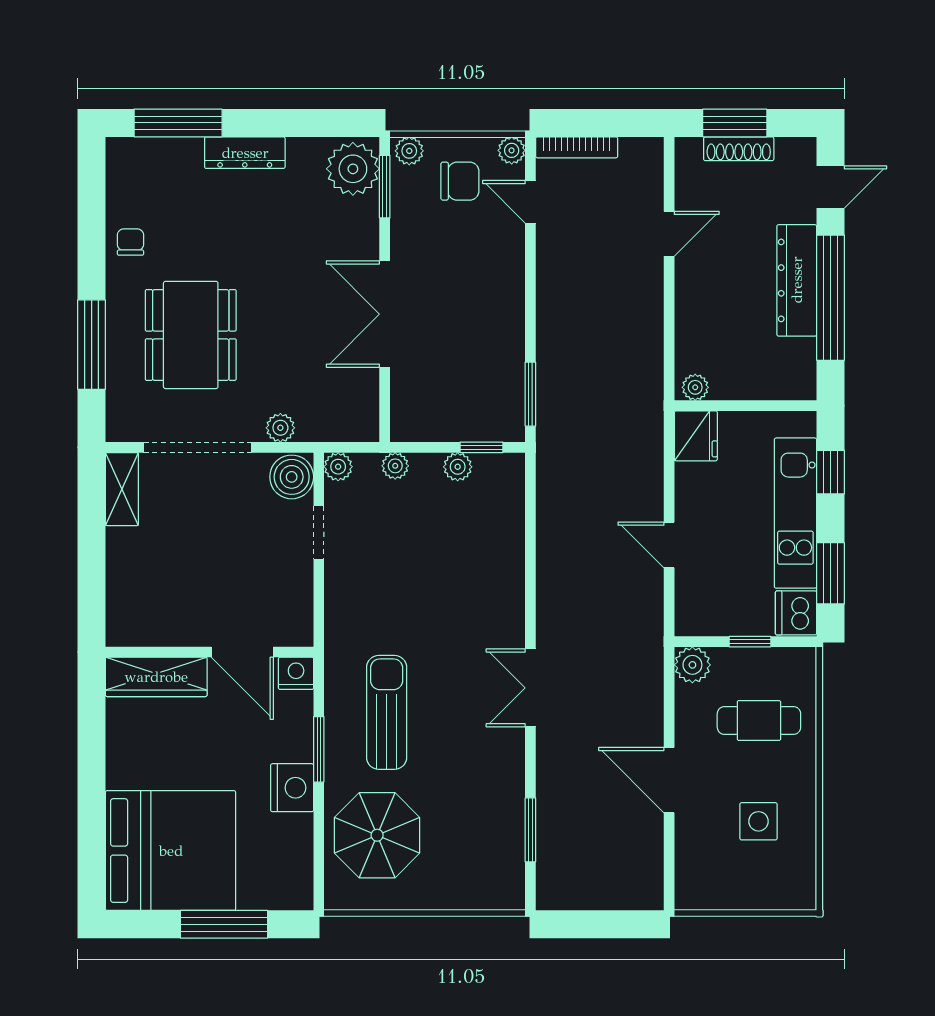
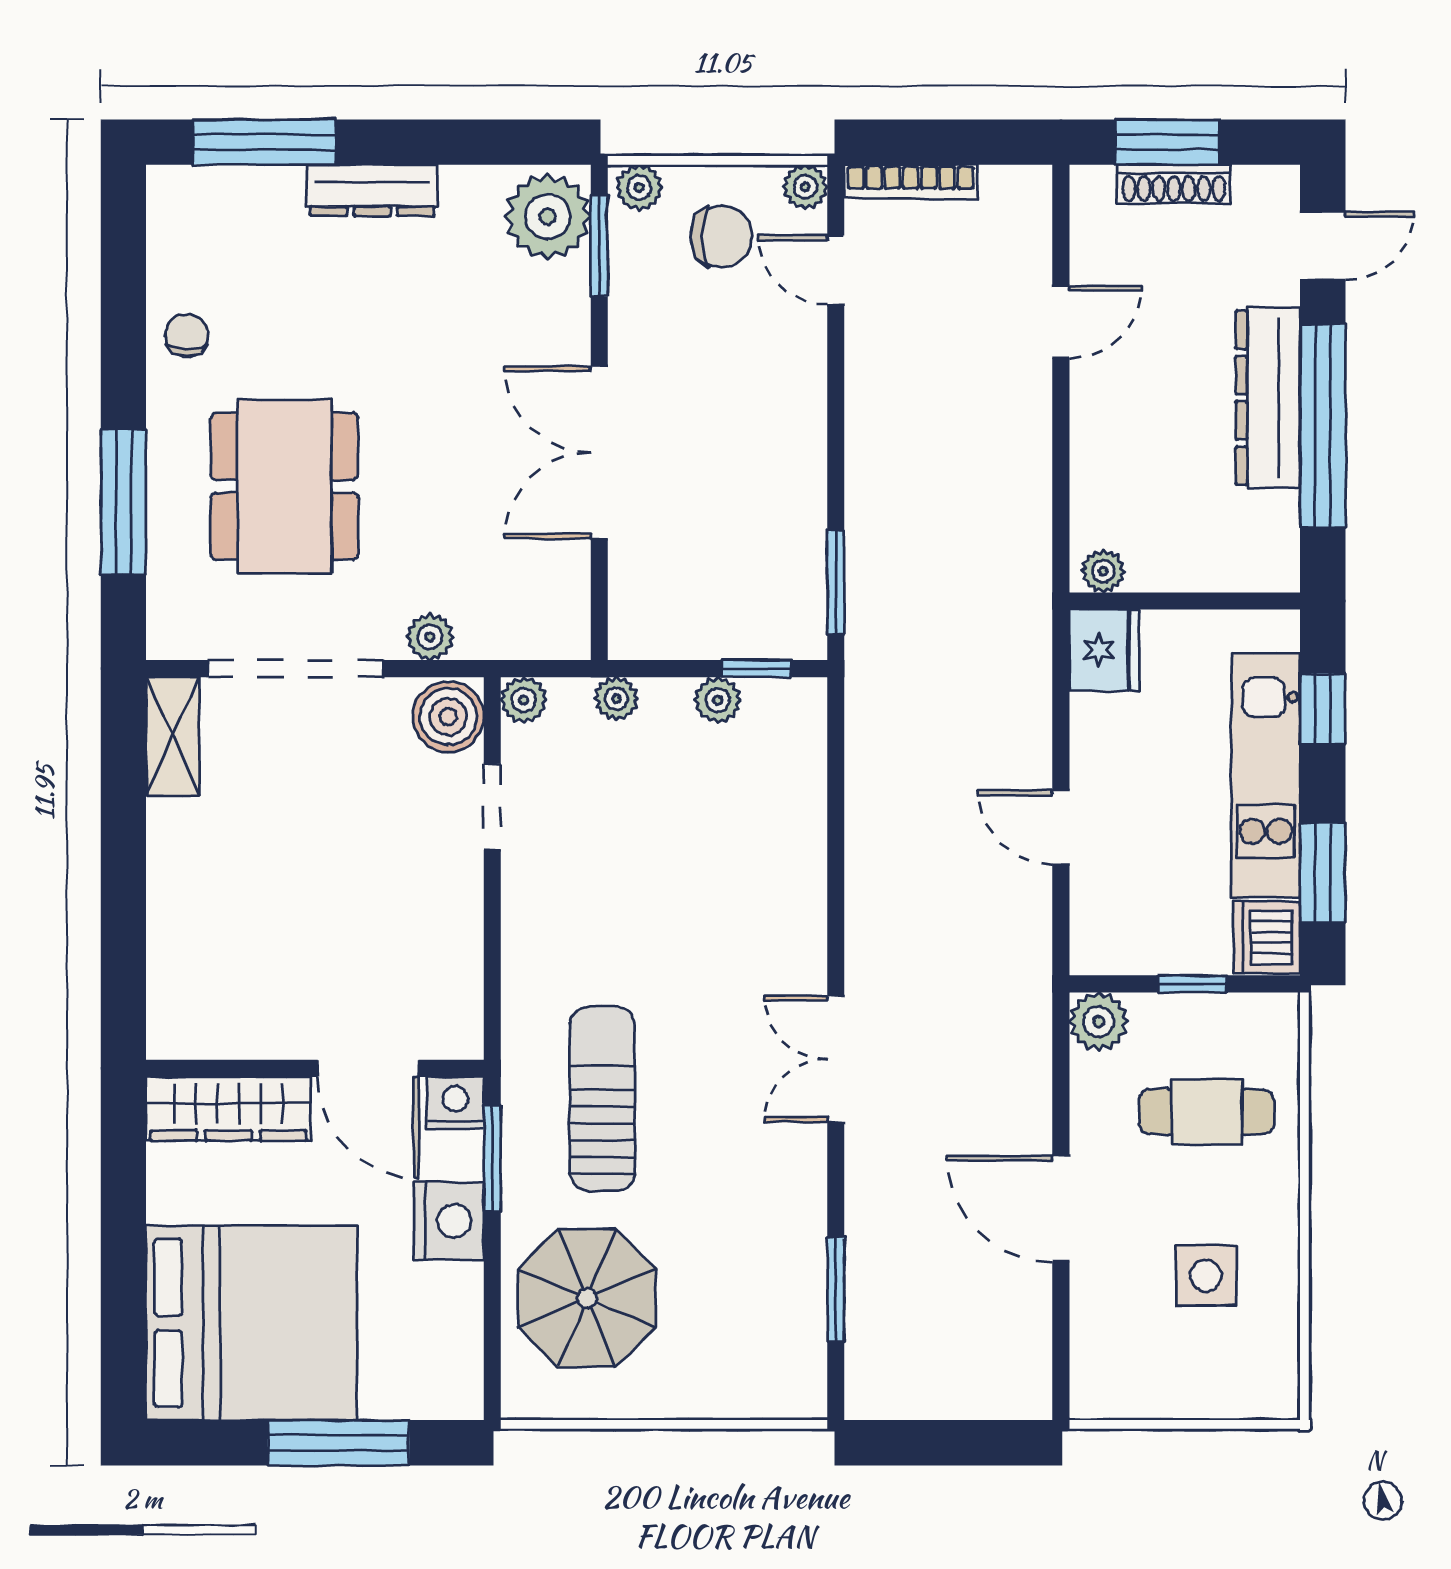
wall: (209, 652) -> (315, 1068), moved
door: (242, 652) -> (368, 1068), moved
nightstand: (296, 673) -> (455, 1103), moved
wardrobe: (156, 677) -> (228, 1109), moved

